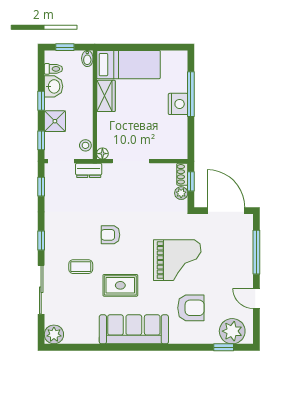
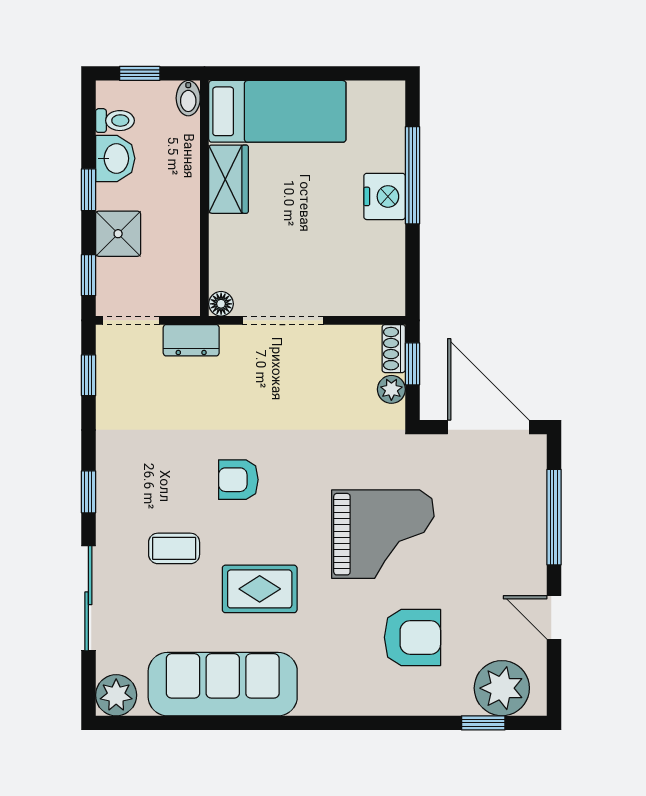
stool: (85, 145) -> (184, 286), removed
sofa: (134, 329) -> (223, 684), moved

